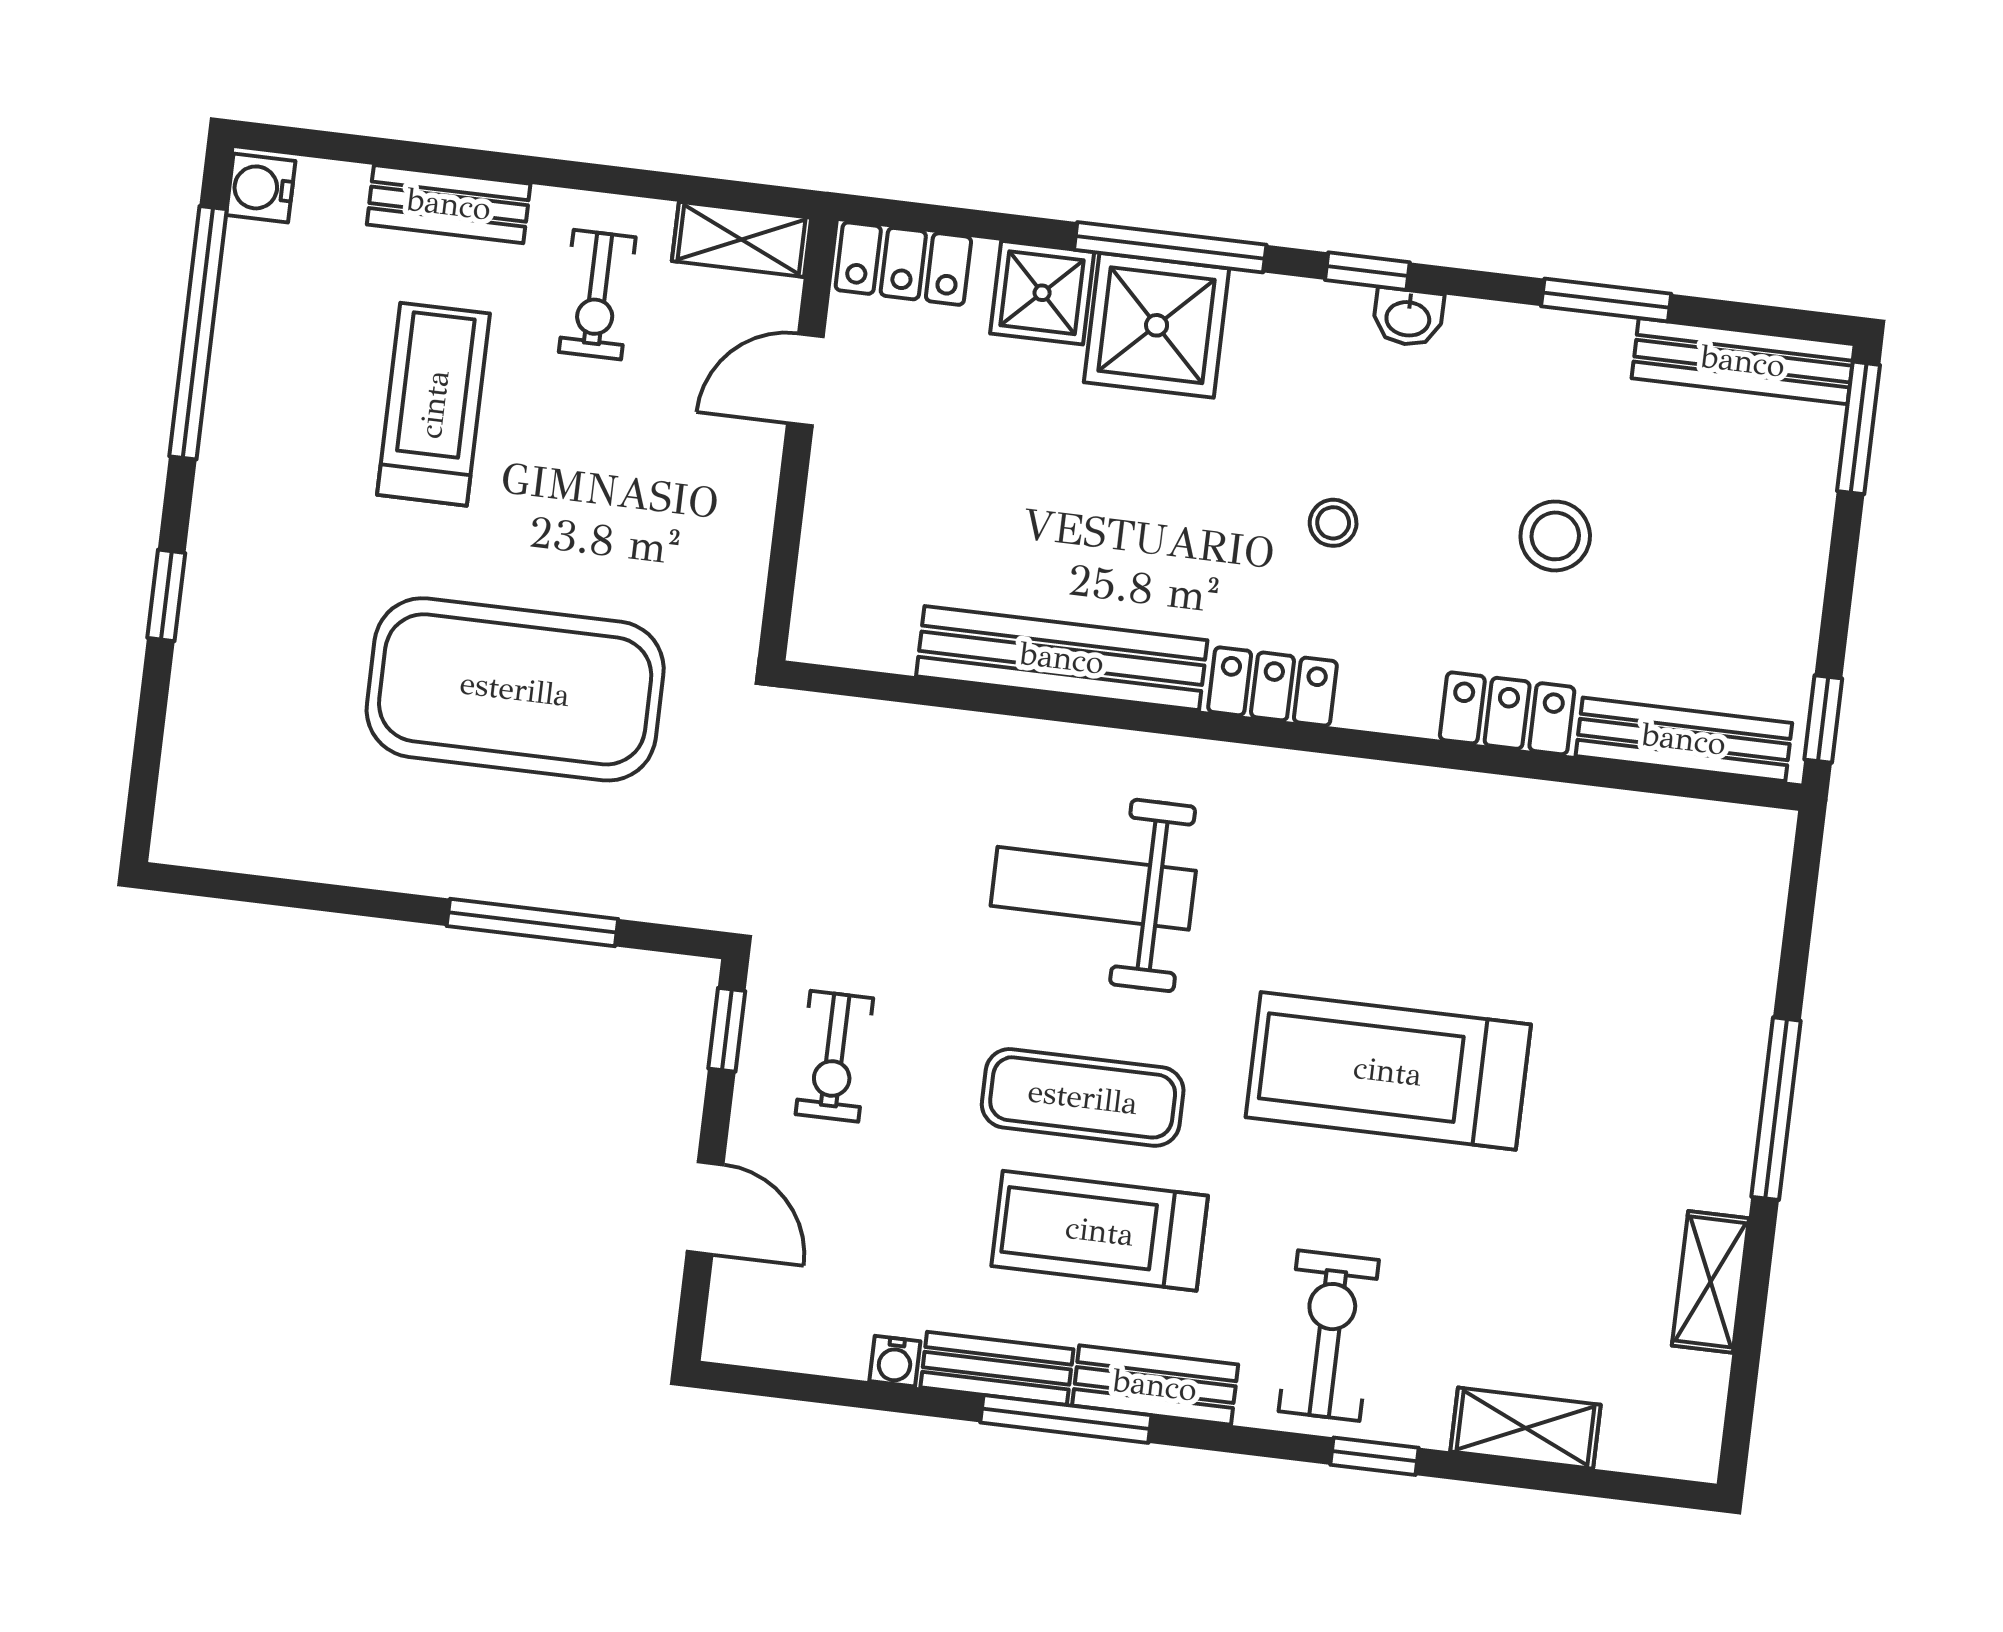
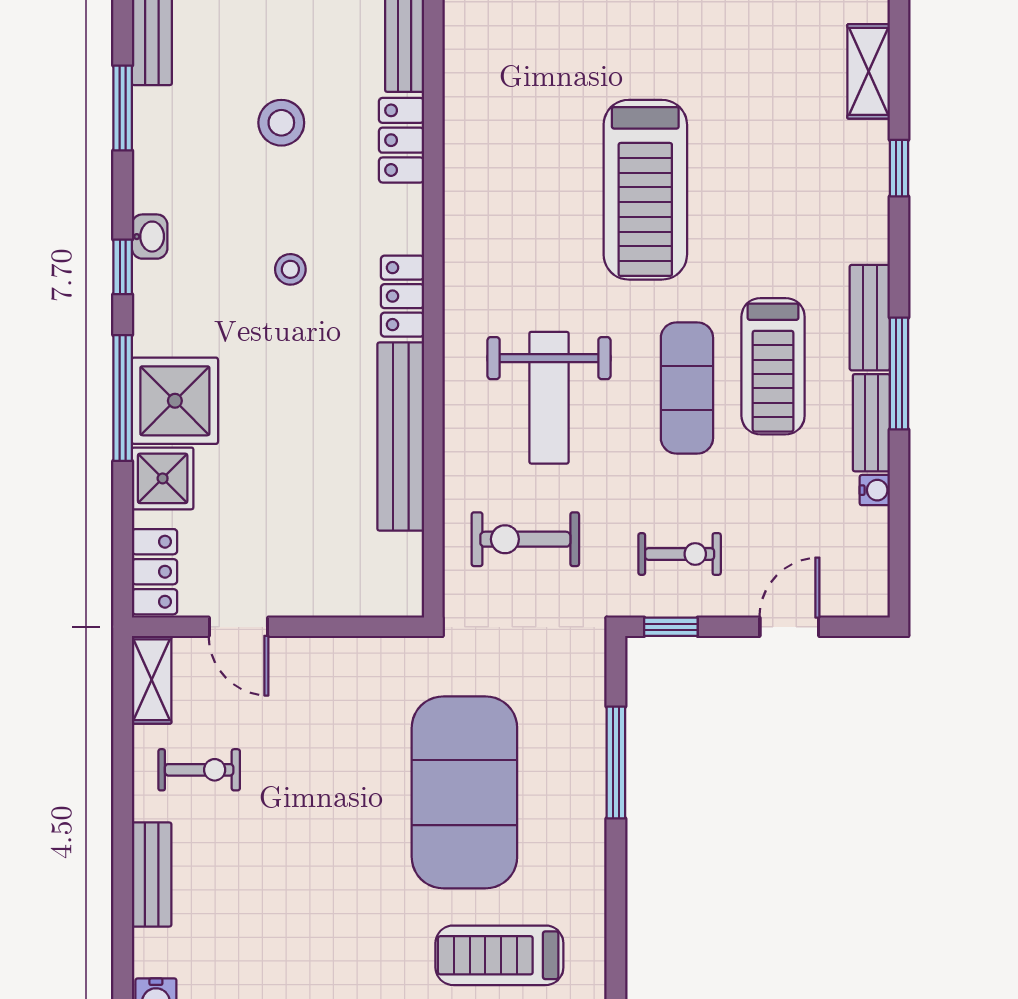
treadmill: (434, 404) -> (499, 955), moved
exercise bike: (1329, 1336) -> (525, 539), moved

